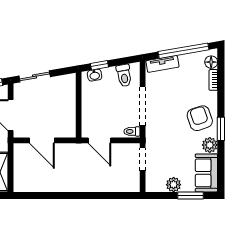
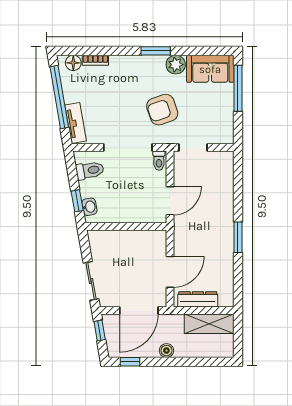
armchair: (200, 118) -> (162, 110), moved
dresser: (20, 163) -> (198, 299), added
plant: (174, 185) -> (225, 109), removed
window: (70, 195) -> (238, 237), added
window: (191, 195) -> (238, 88), width x1.44

